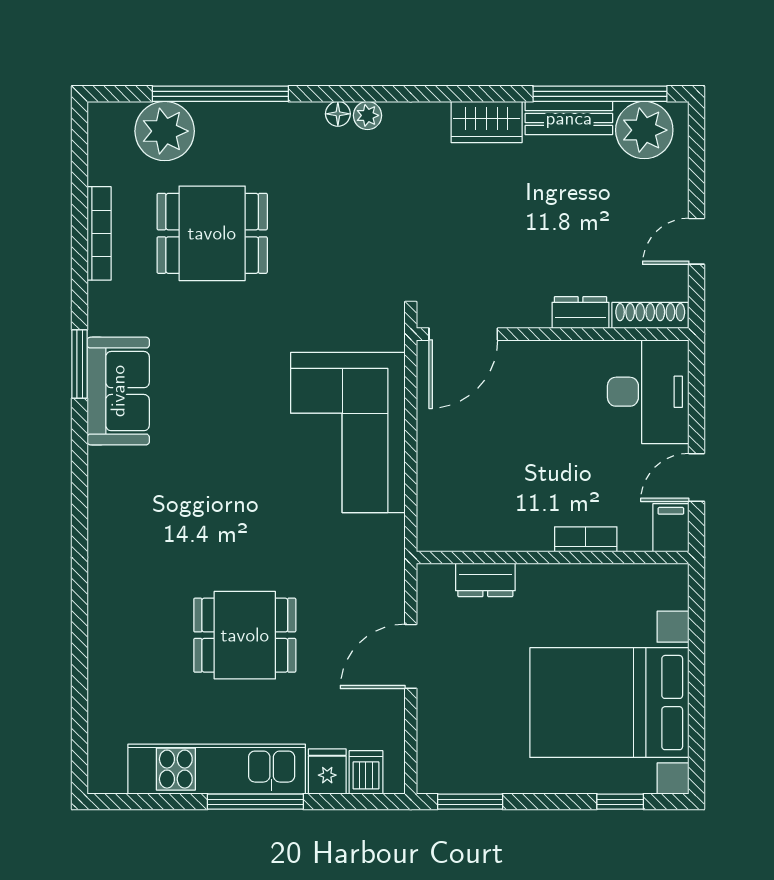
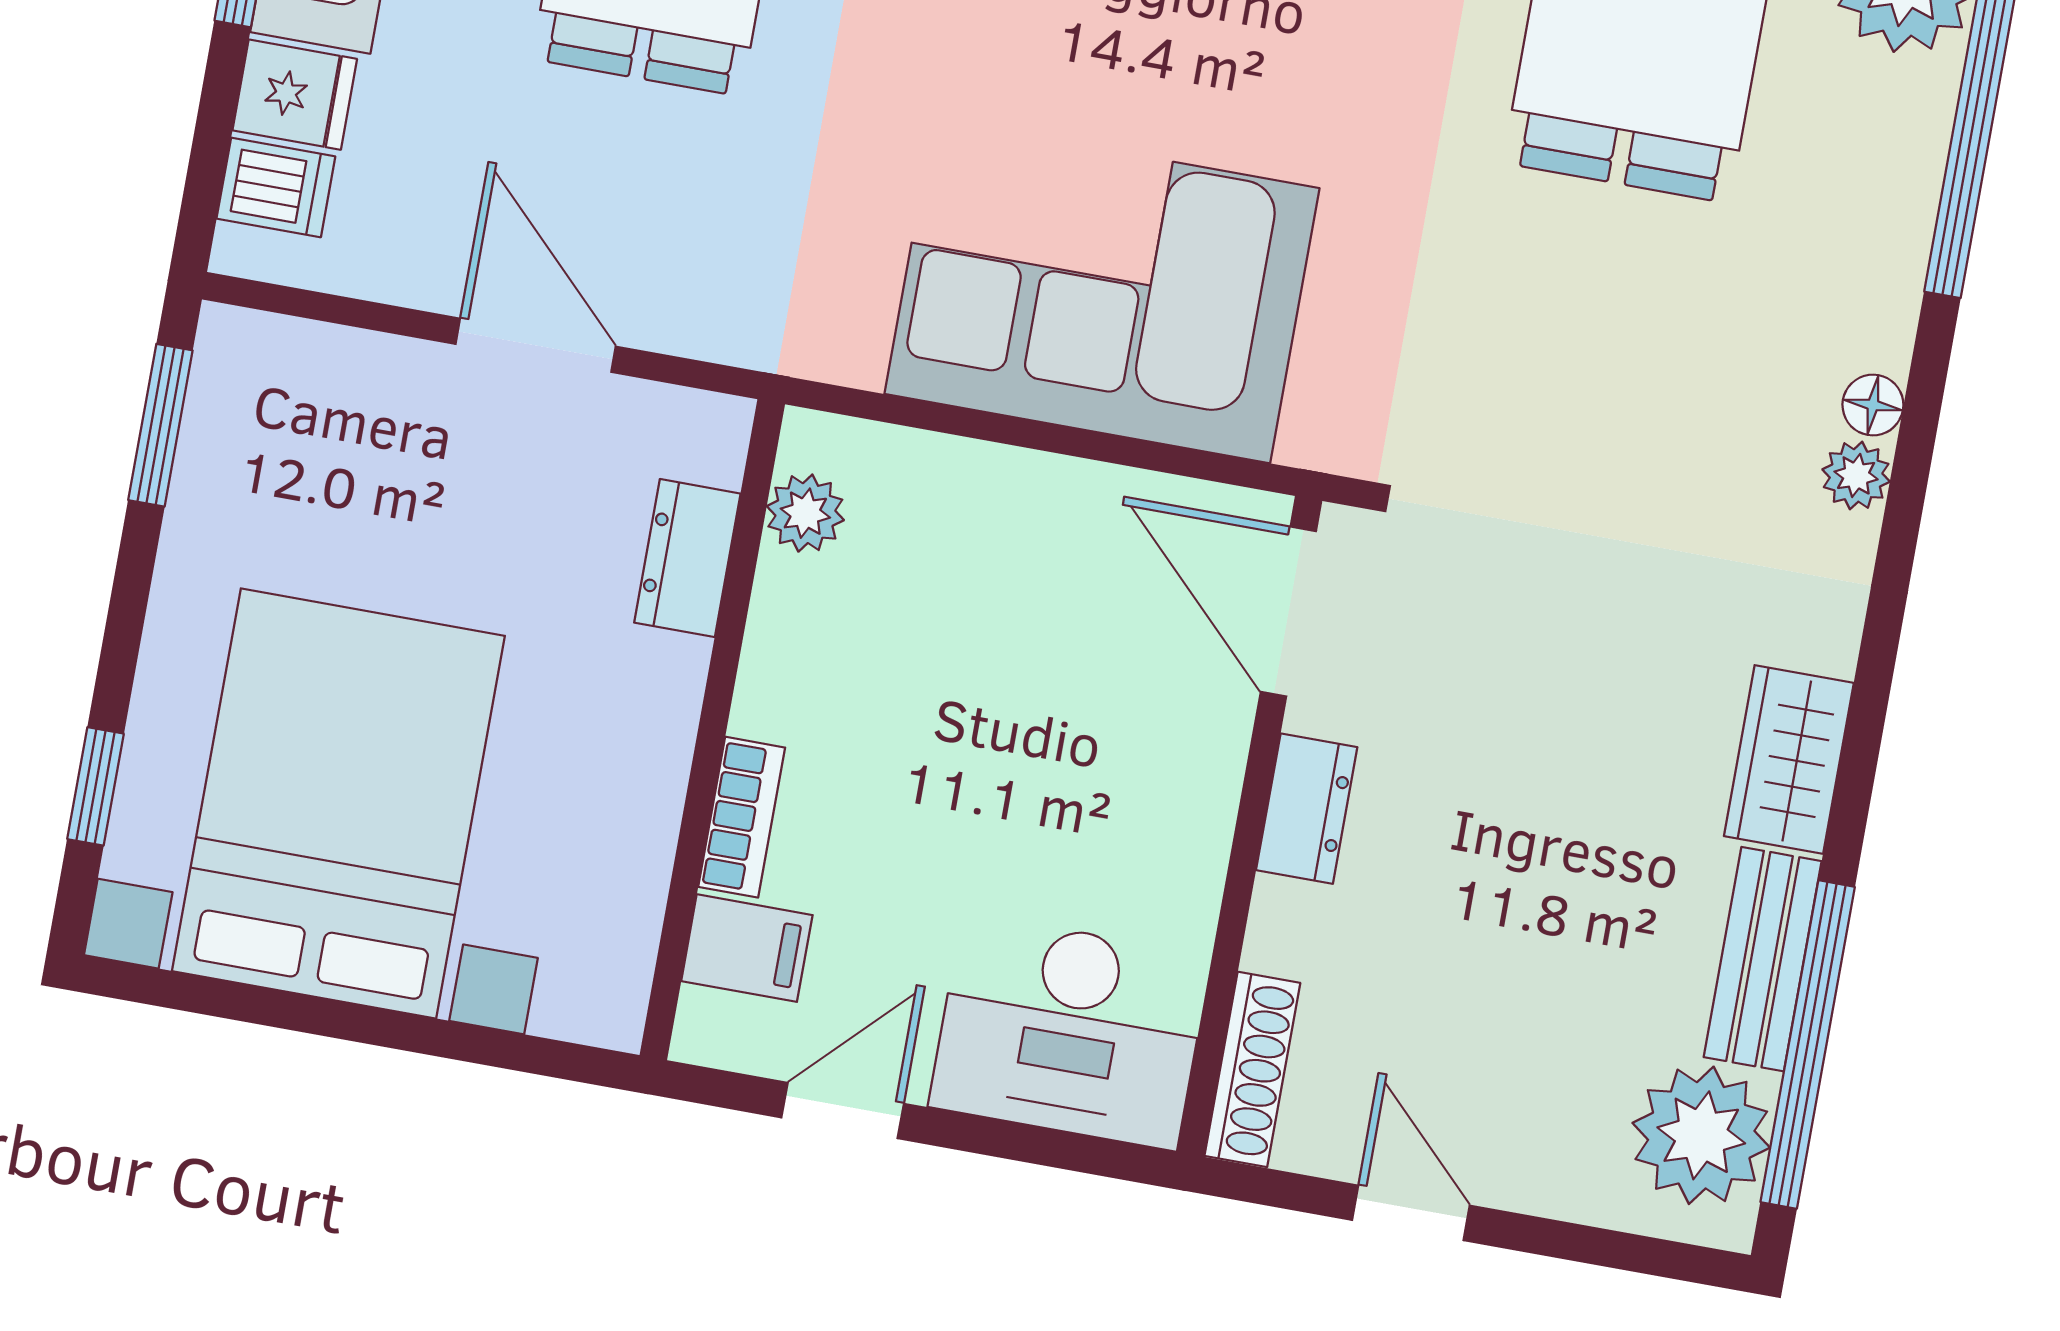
dresser: (580, 313) -> (1307, 809), moved
door: (696, 477) -> (843, 1111), hinge flipped
filing cabinet: (671, 528) -> (747, 948), moved
plant: (459, 536) -> (805, 513), added

